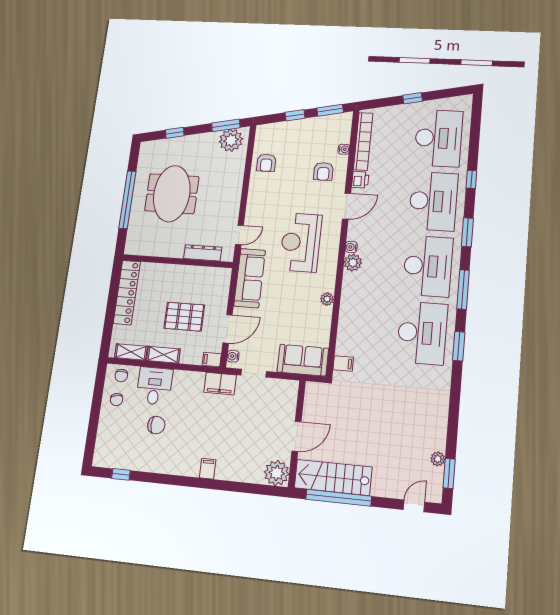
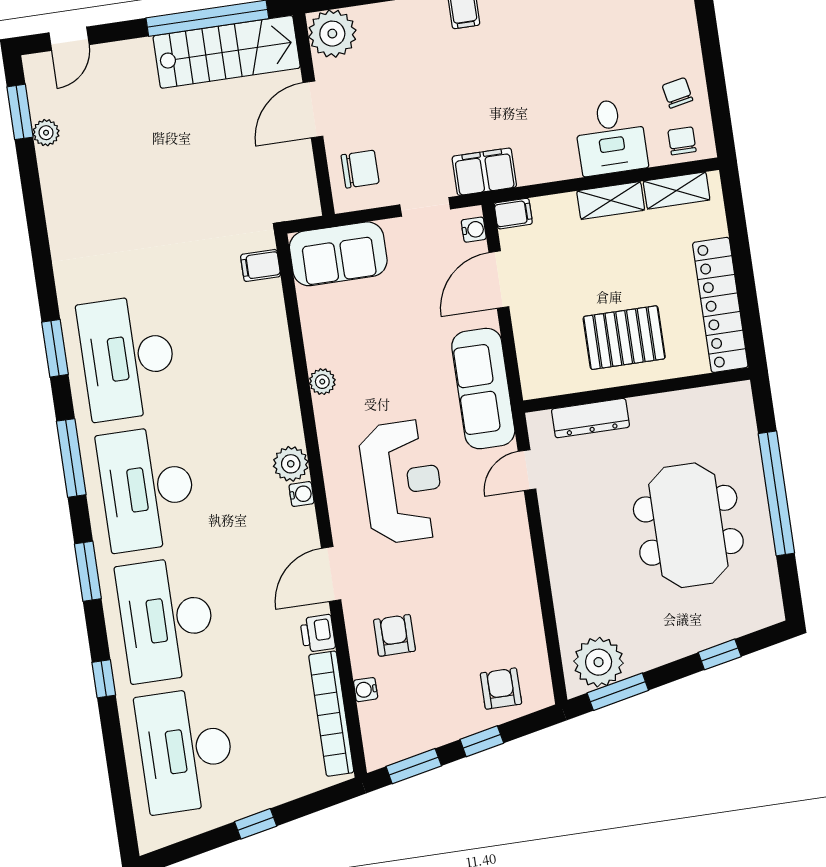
armchair: (266, 163) -> (501, 689), moved
pallet: (184, 317) -> (624, 338), moved
chair: (156, 425) -> (360, 169), moved, turned 180

